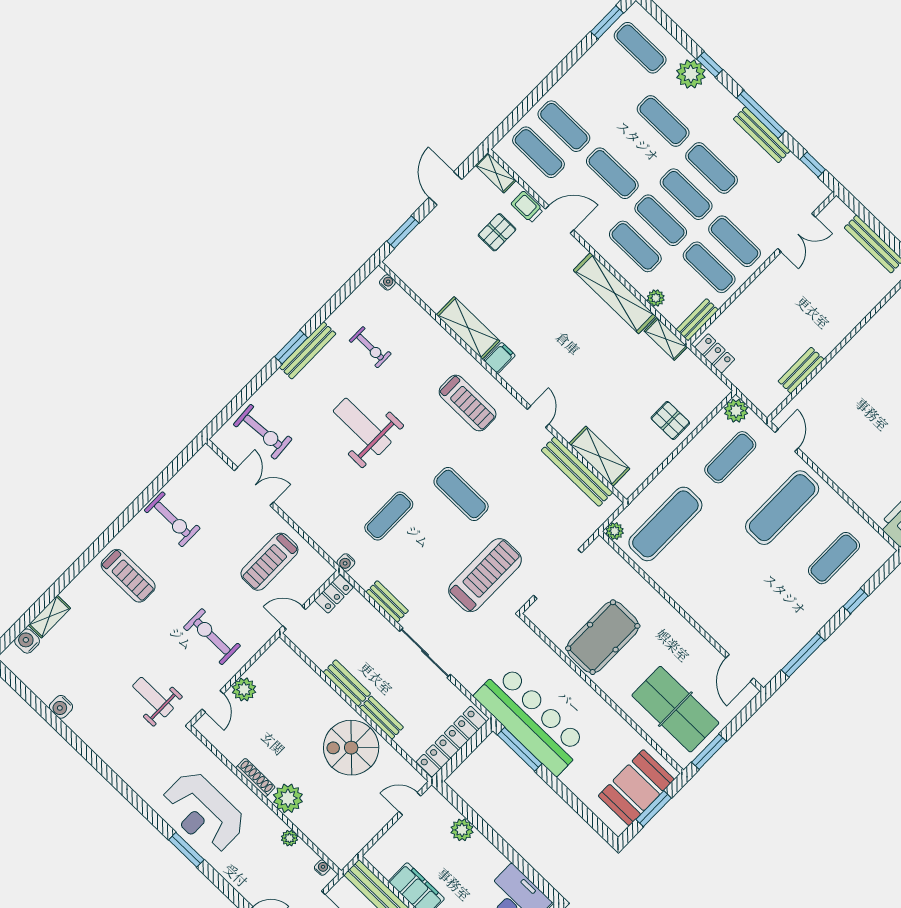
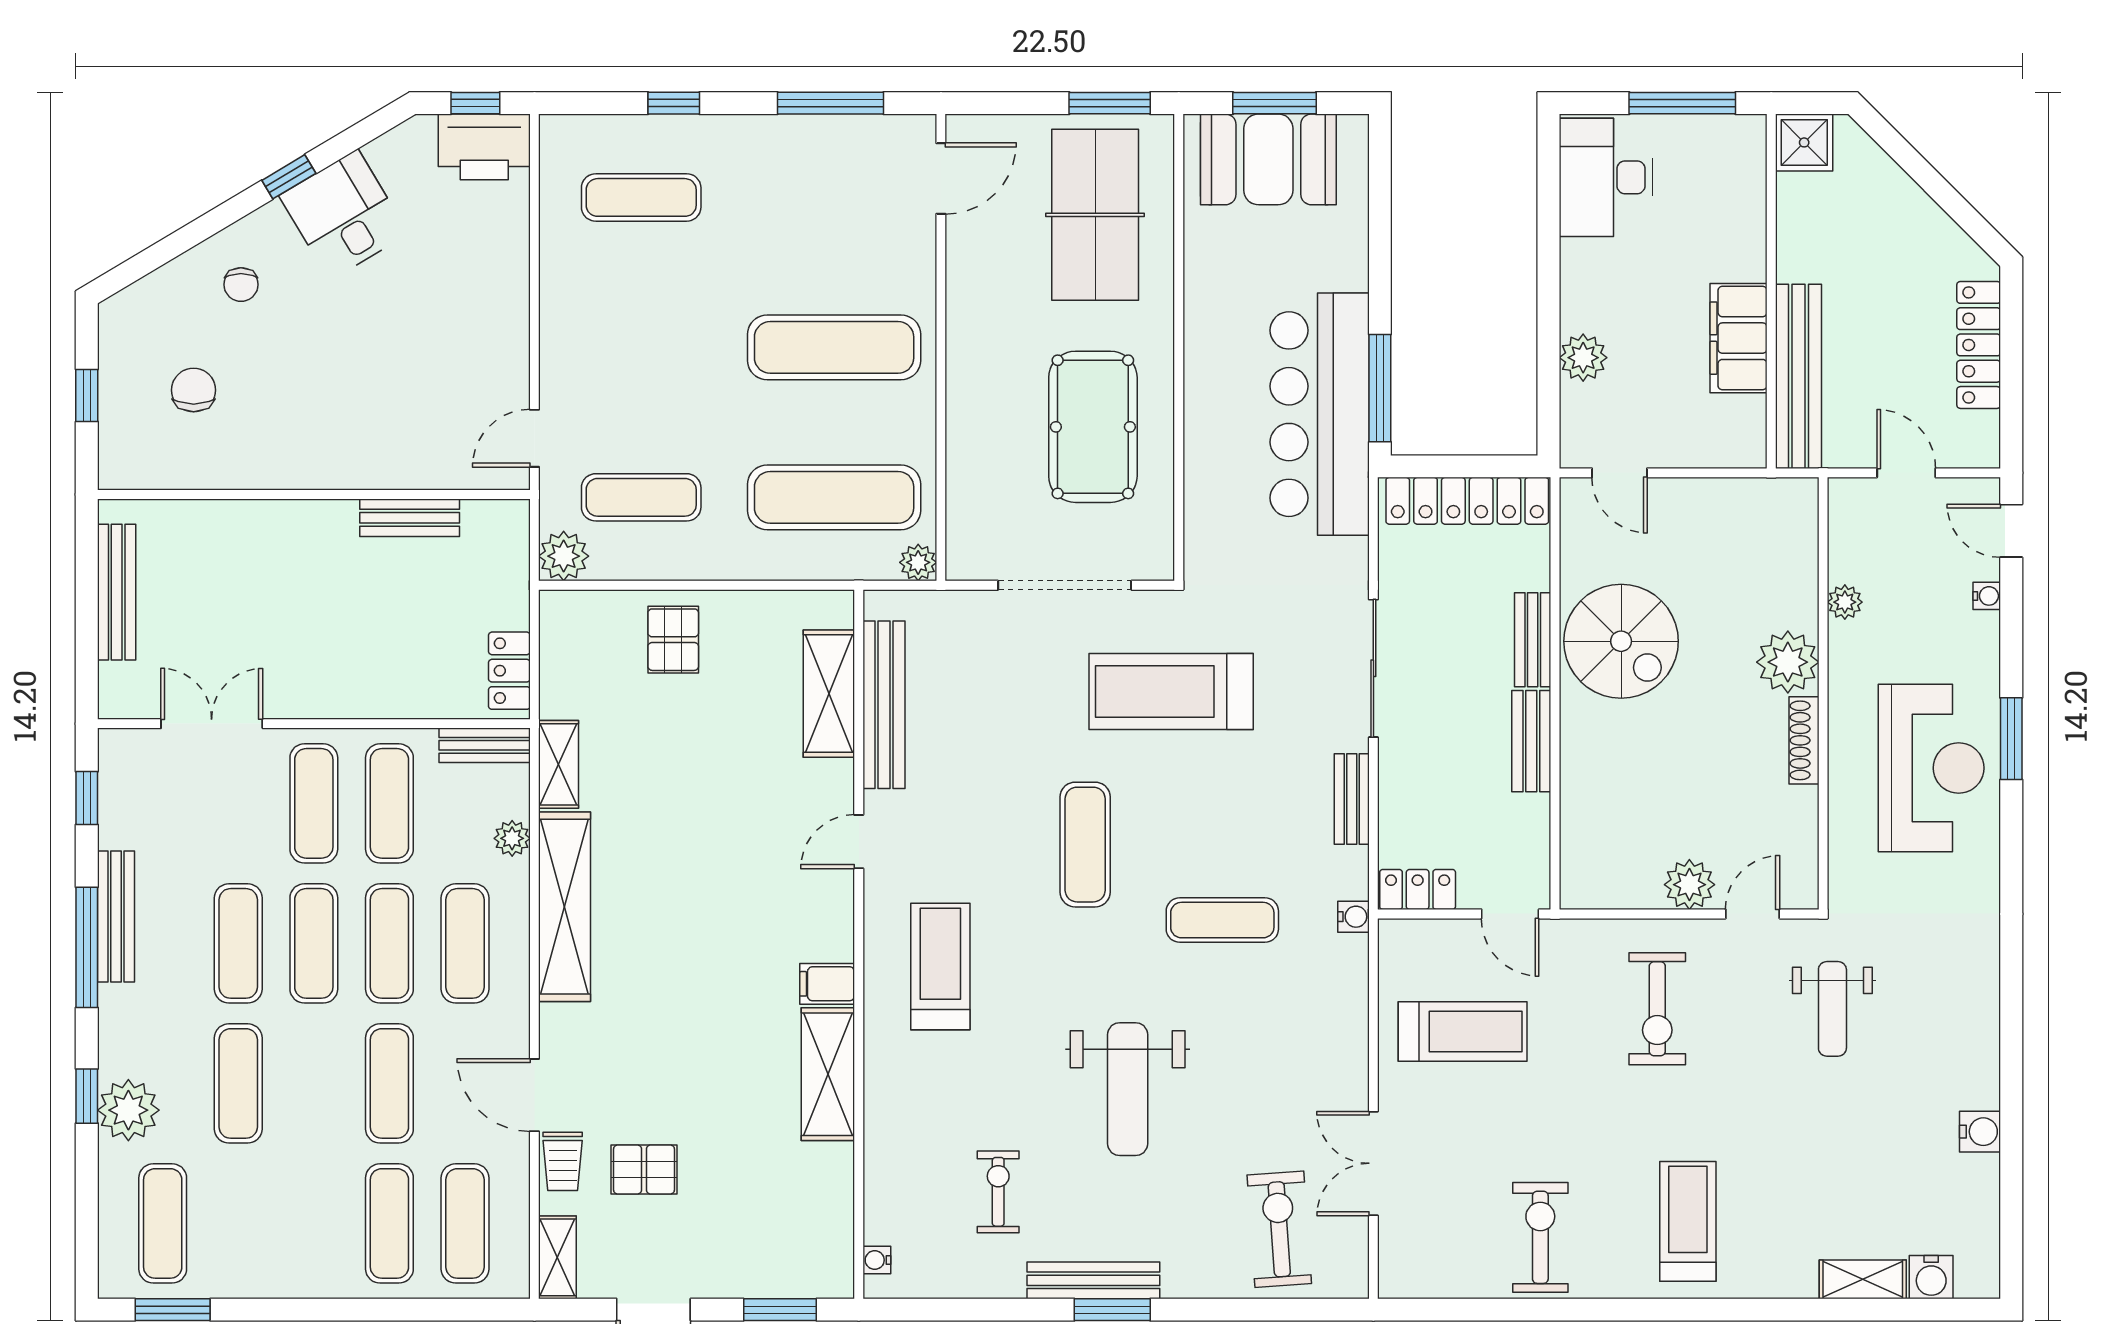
exercise mat: (782, 508) -> (834, 347), moved
pool table: (603, 637) -> (1093, 427), turned 90
water cooler: (322, 868) -> (1987, 596), moved, turned 180

